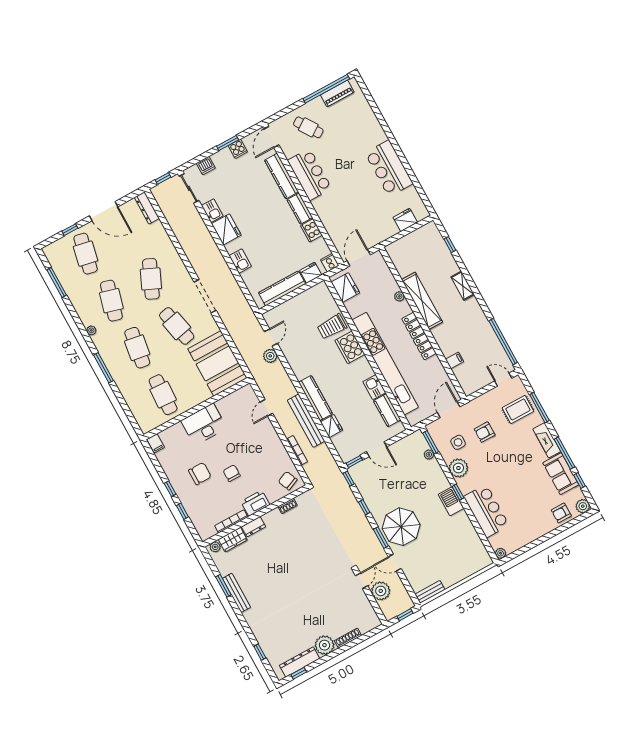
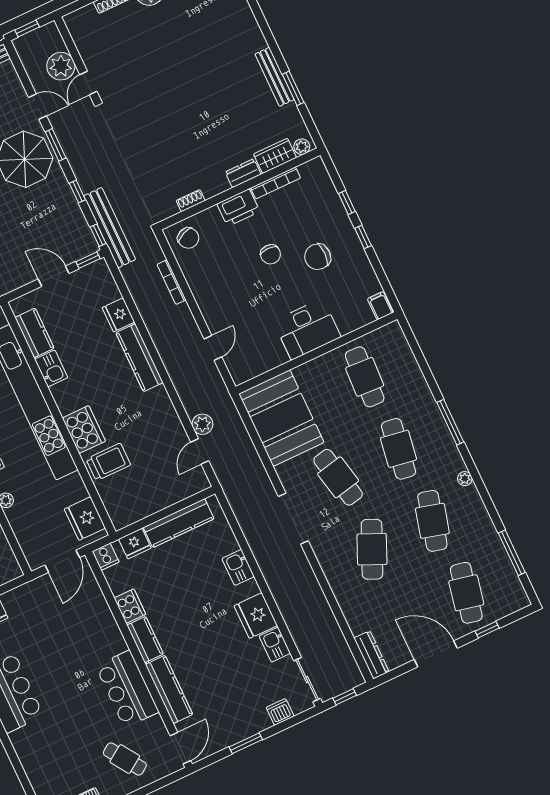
cooker: (238, 149) -> (231, 734), removed
bench: (306, 421) -> (110, 228), moved

